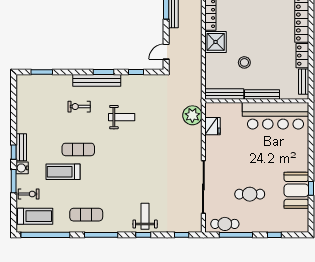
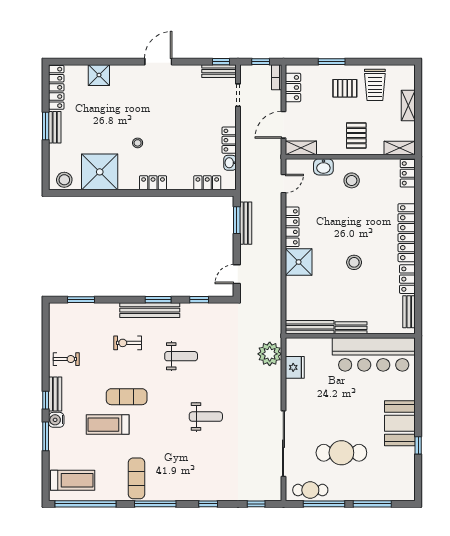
stool: (244, 62) -> (354, 262), moved
bench: (262, 94) -> (351, 328), width x0.73
booth: (296, 190) -> (400, 423), moved
exercise bike: (29, 194) -> (66, 359), moved
cafe table: (250, 194) -> (341, 453), width x1.37, depth x1.35
exercise mat: (86, 215) -> (137, 478), turned 90
weight bench: (145, 216) -> (206, 417), moved, turned 90
window: (274, 235) -> (372, 504), width x2.17

